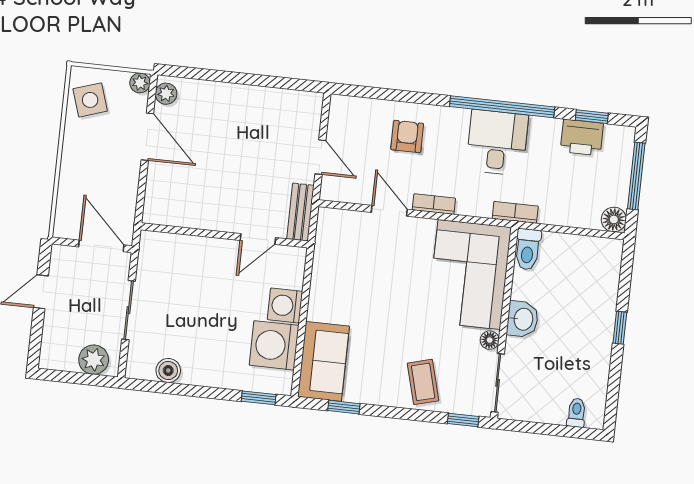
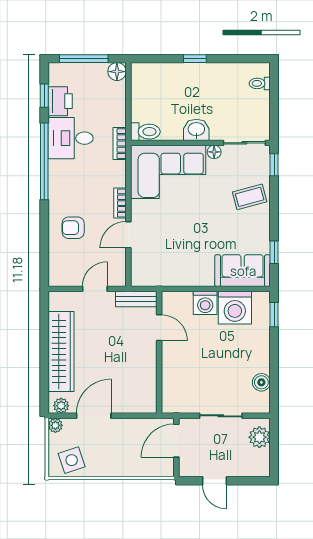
wardrobe: (240, 102) -> (61, 351), added
desk: (497, 143) -> (70, 138), moved

